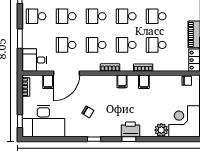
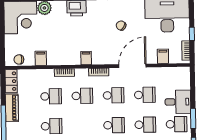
school desk: (126, 16) -> (83, 126), removed
window: (20, 39) -> (193, 119), moved
desk: (34, 60) -> (178, 102), moved
door: (67, 73) -> (132, 66), moved
filing cabinet: (144, 82) -> (41, 58), moved
window: (20, 121) -> (192, 34), moved

